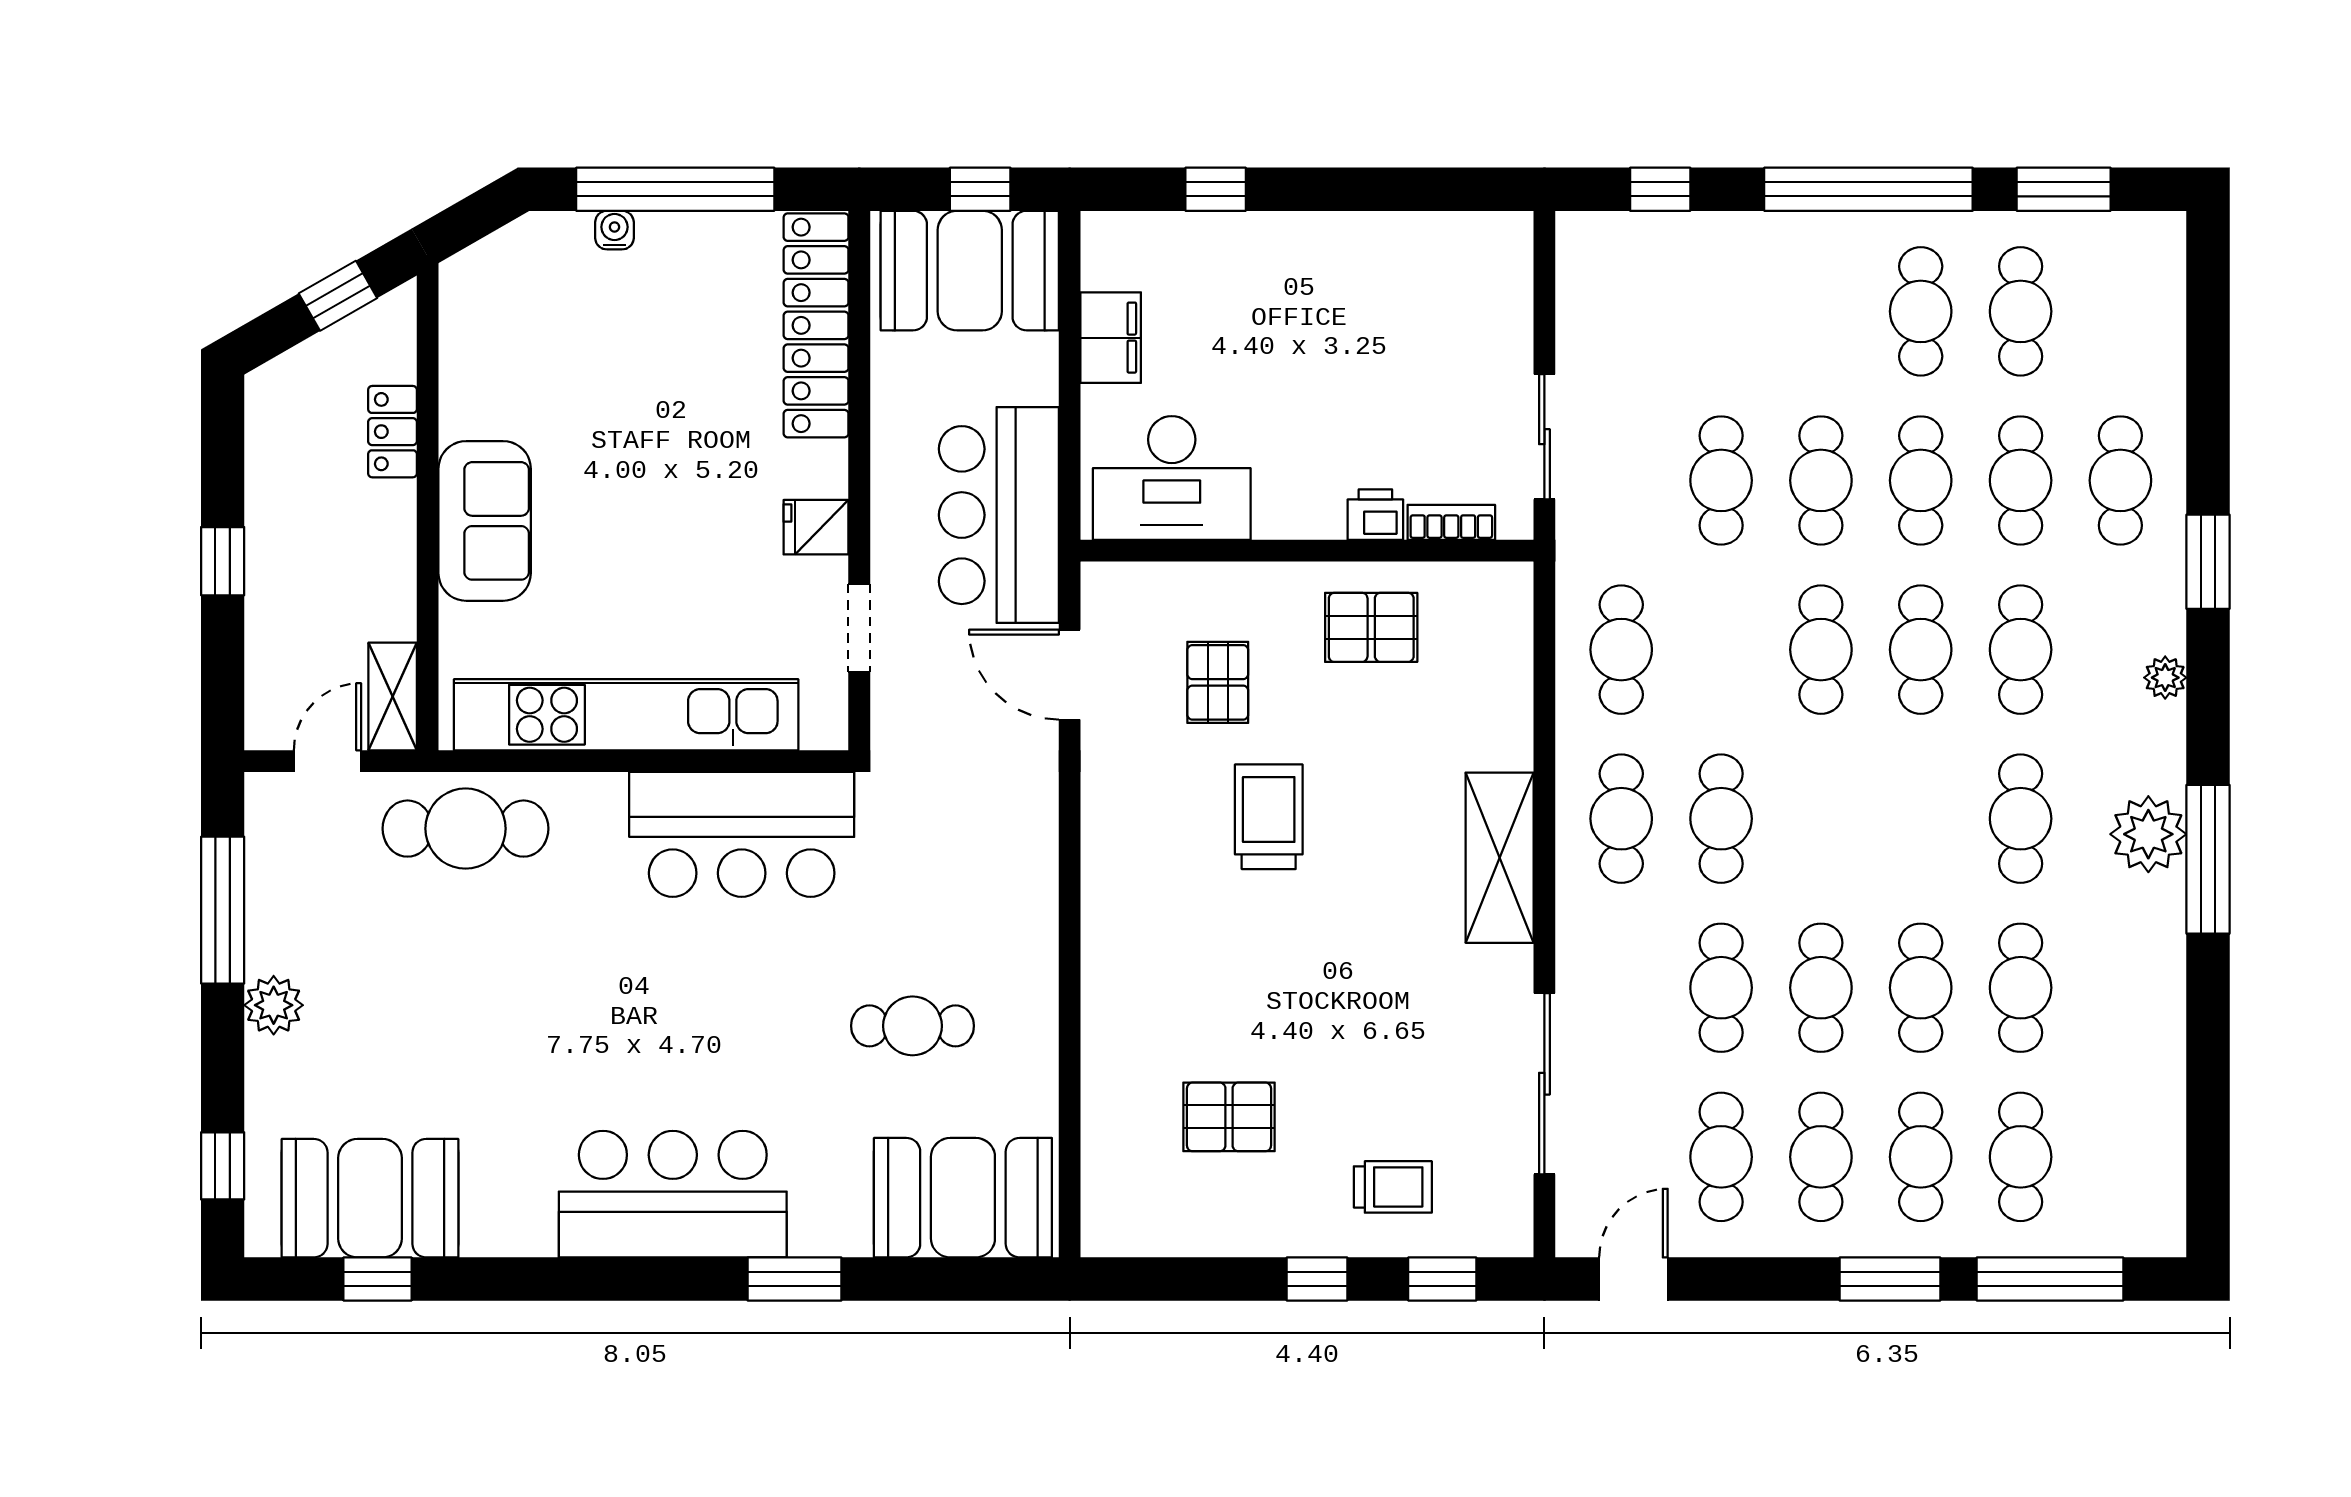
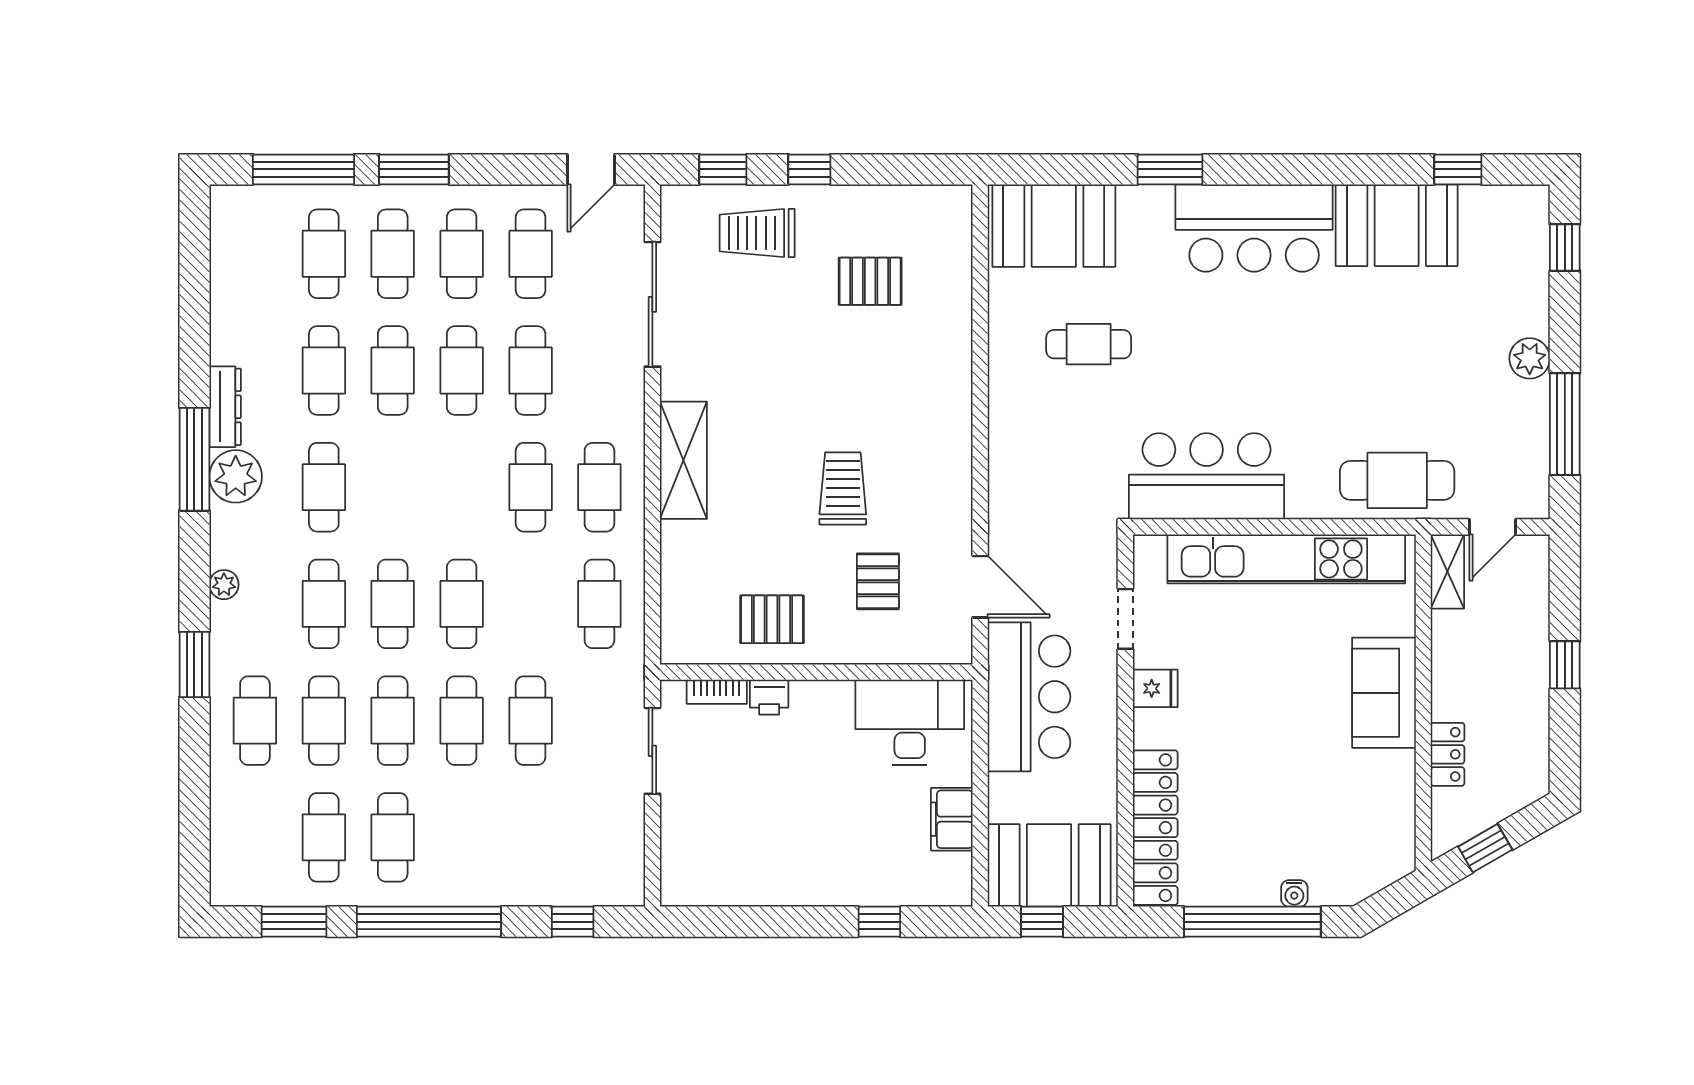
trolley: (1269, 817) -> (843, 488), turned 180
dresser: (2164, 935) -> (225, 407), added
trolley: (1393, 1187) -> (757, 233), width x1.36, depth x1.39
booth: (370, 1198) -> (1397, 225), moved

